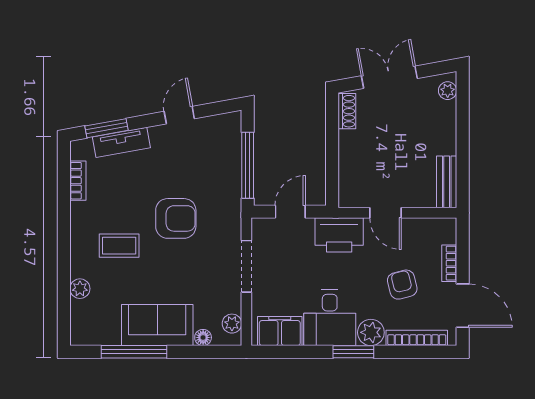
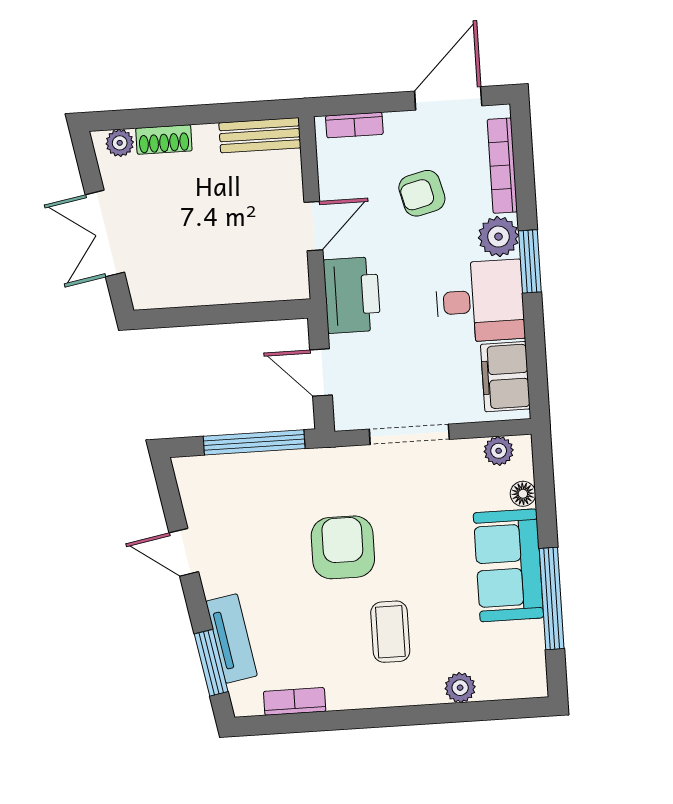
shoe rack: (347, 111) -> (164, 139), moved, turned 180
bookcase: (449, 263) -> (354, 125), moved

